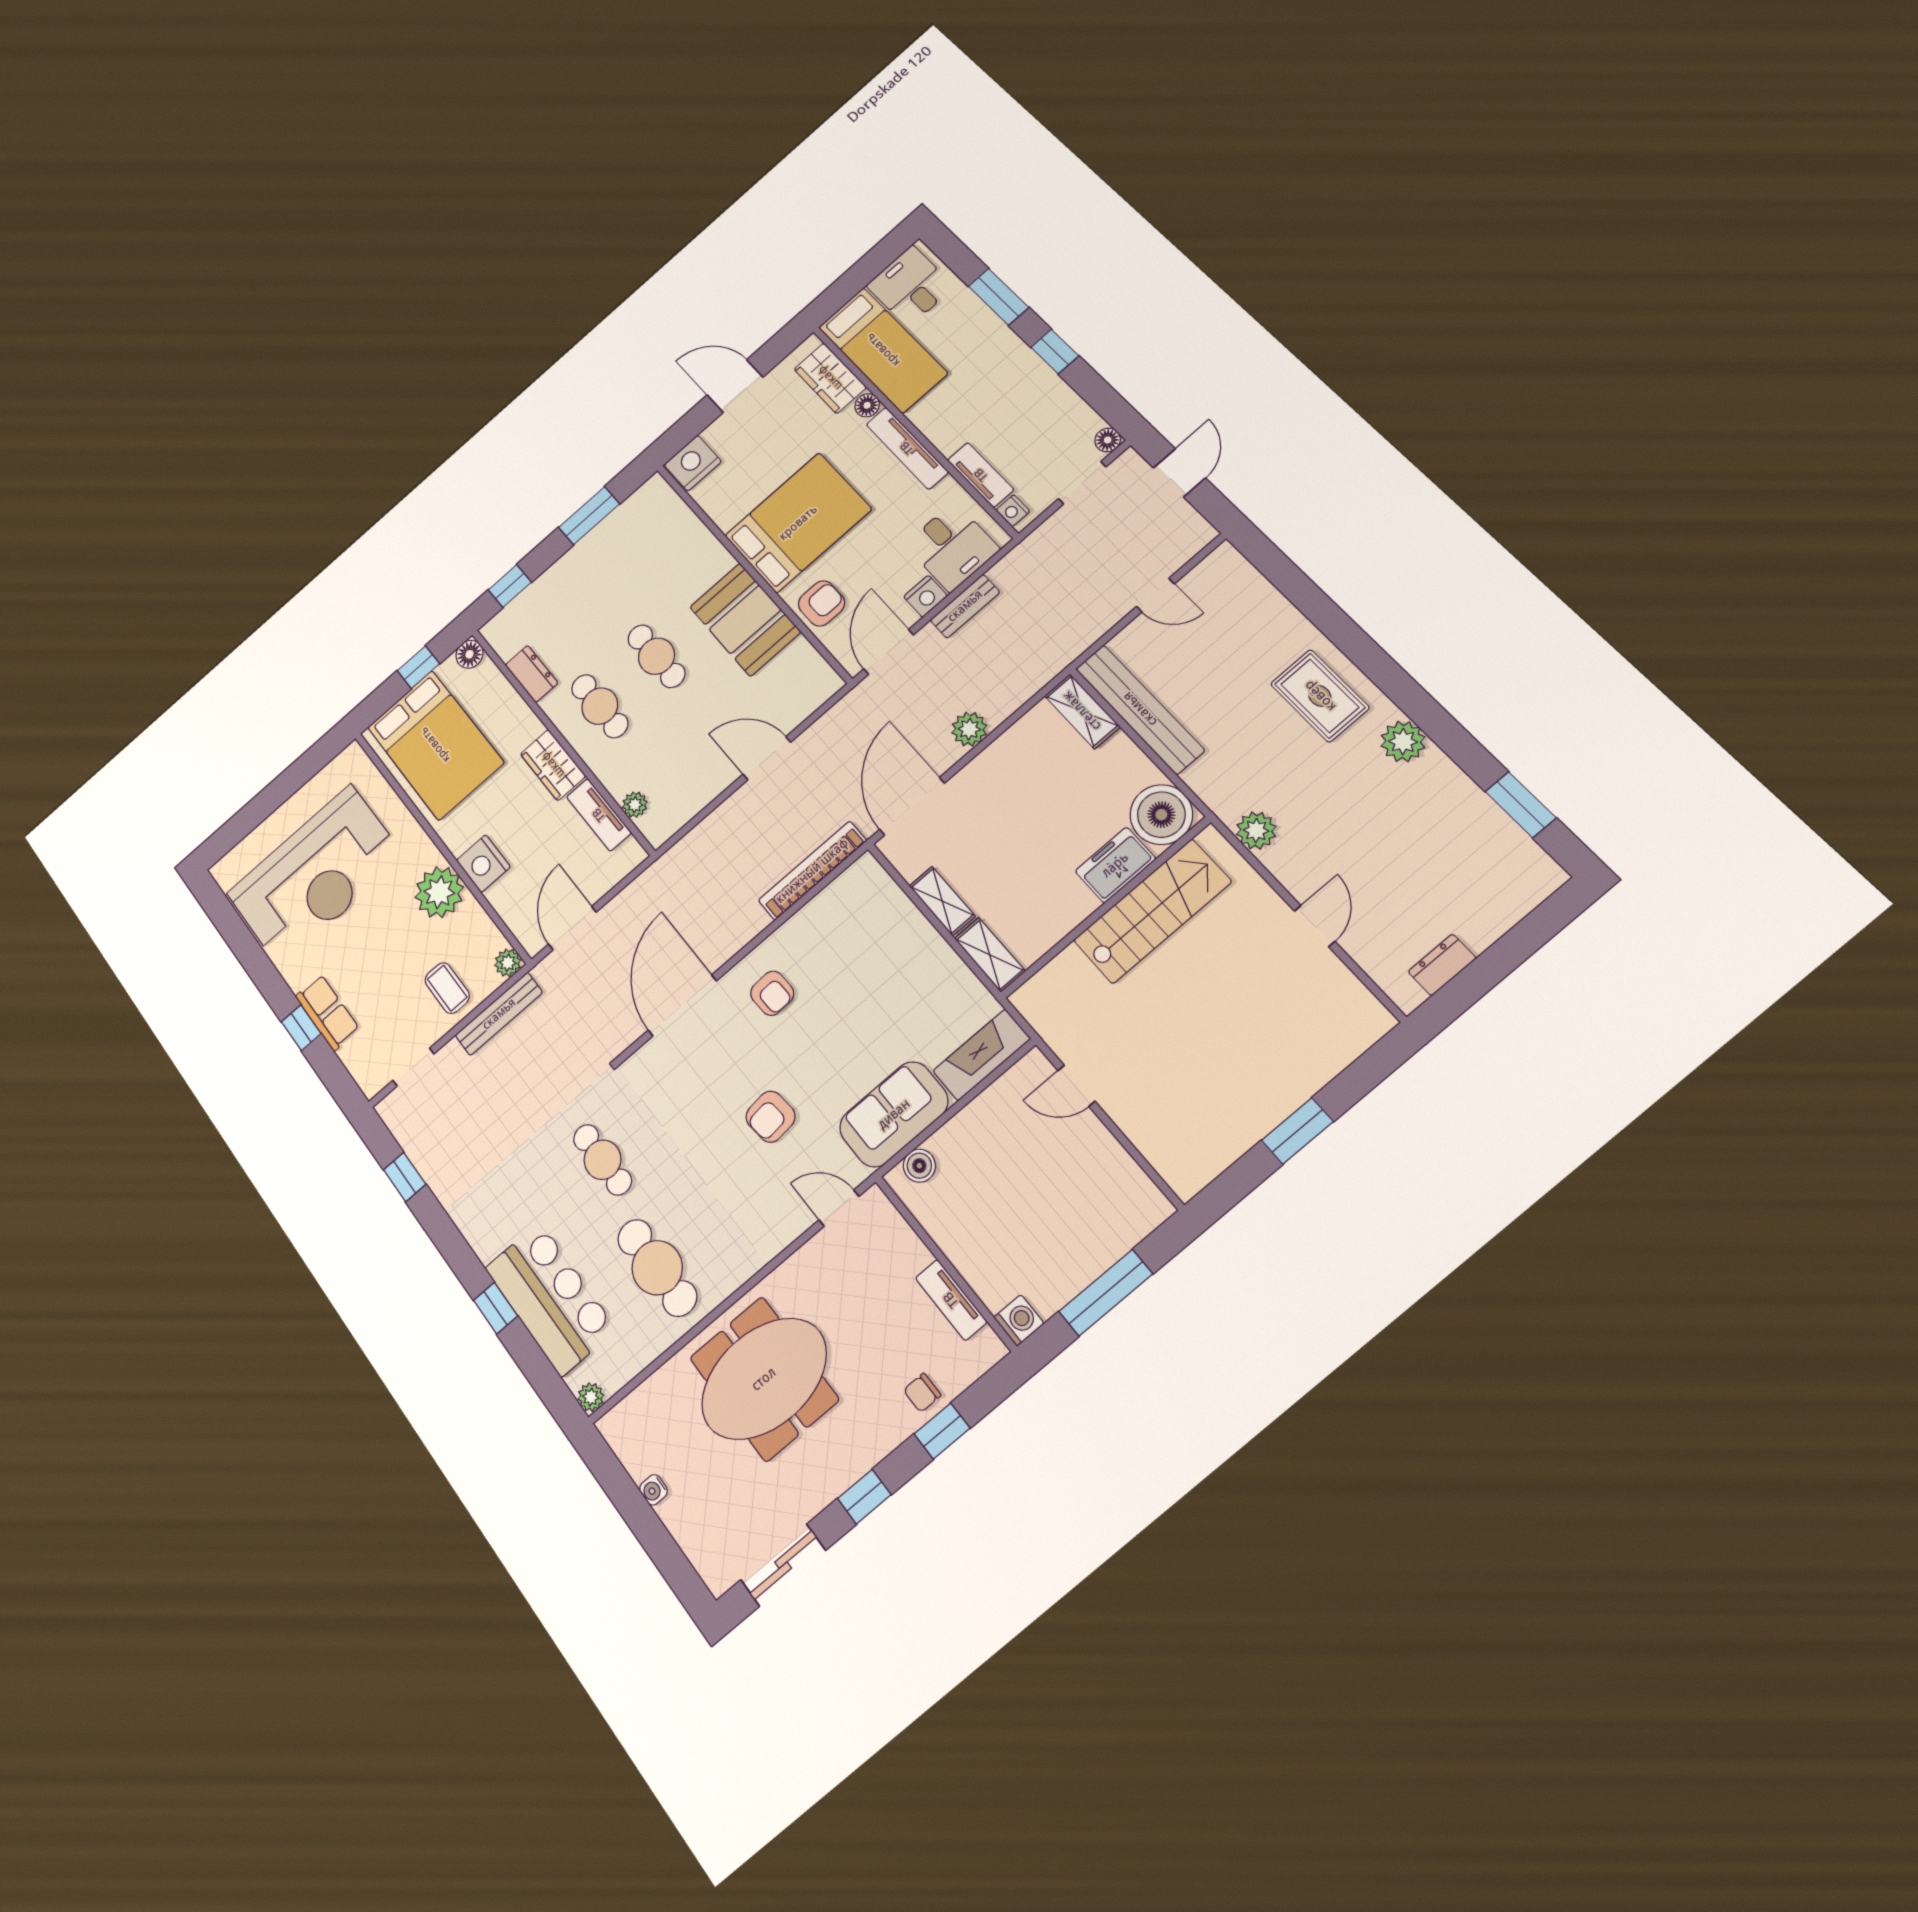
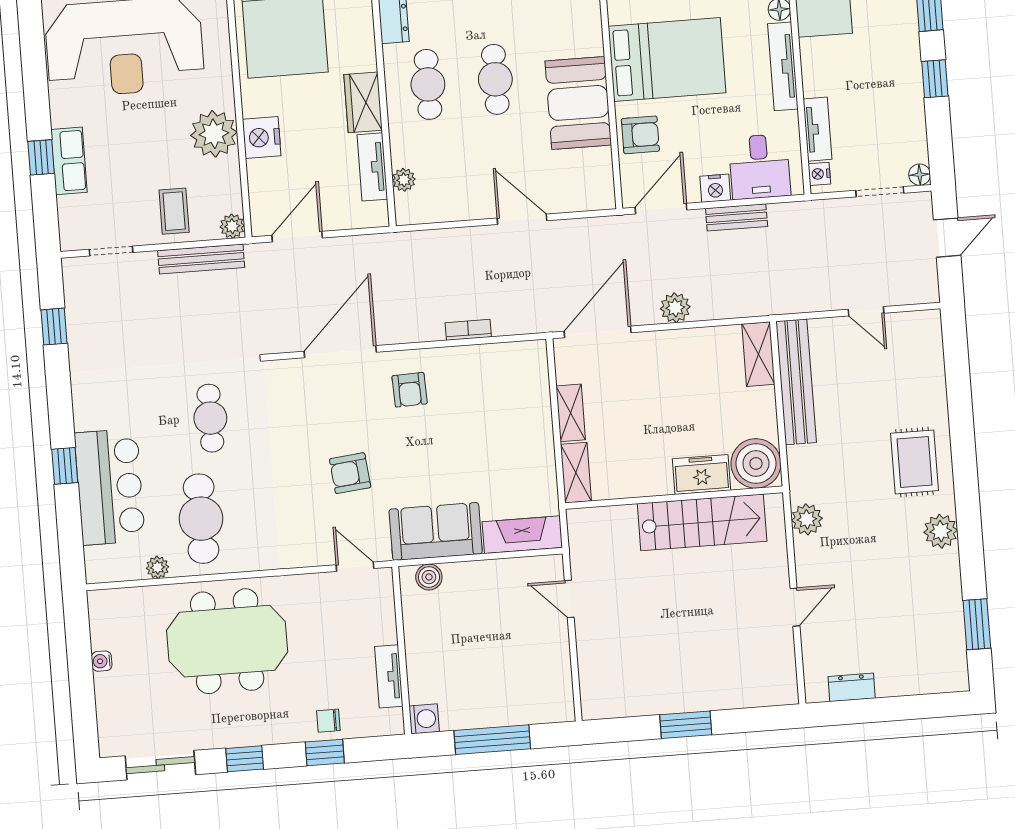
bookcase: (812, 871) -> (468, 330), width x0.43, depth x0.76
plant: (591, 1397) -> (157, 567), moved

